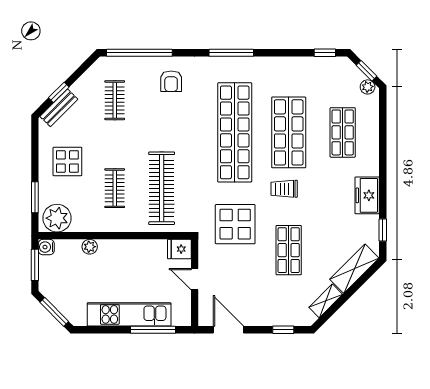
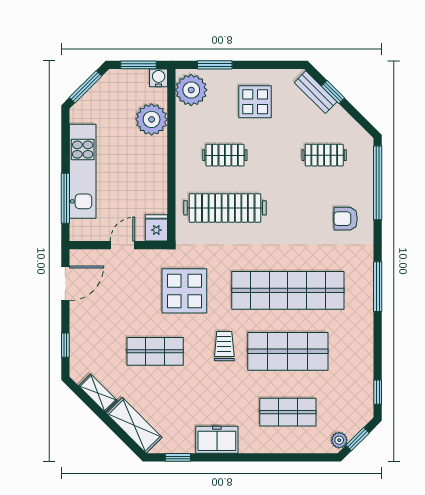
plant: (90, 247) -> (152, 119), width x1.87, depth x1.87

